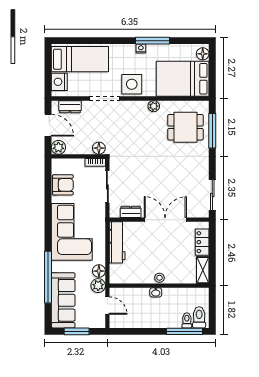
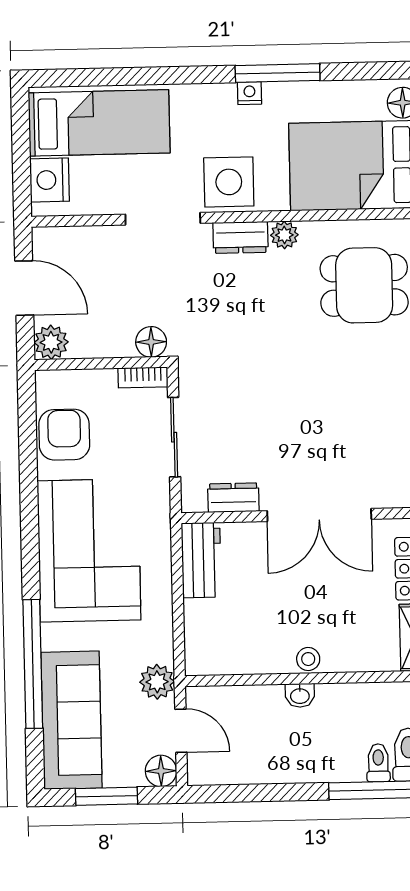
dresser: (70, 107) -> (240, 237), moved
armchair: (63, 185) -> (64, 435), turned -90
double door: (165, 220) -> (319, 515), swing flipped
workbench: (117, 242) -> (201, 560), width x0.73
floor lamp: (99, 271) -> (161, 771), moved

